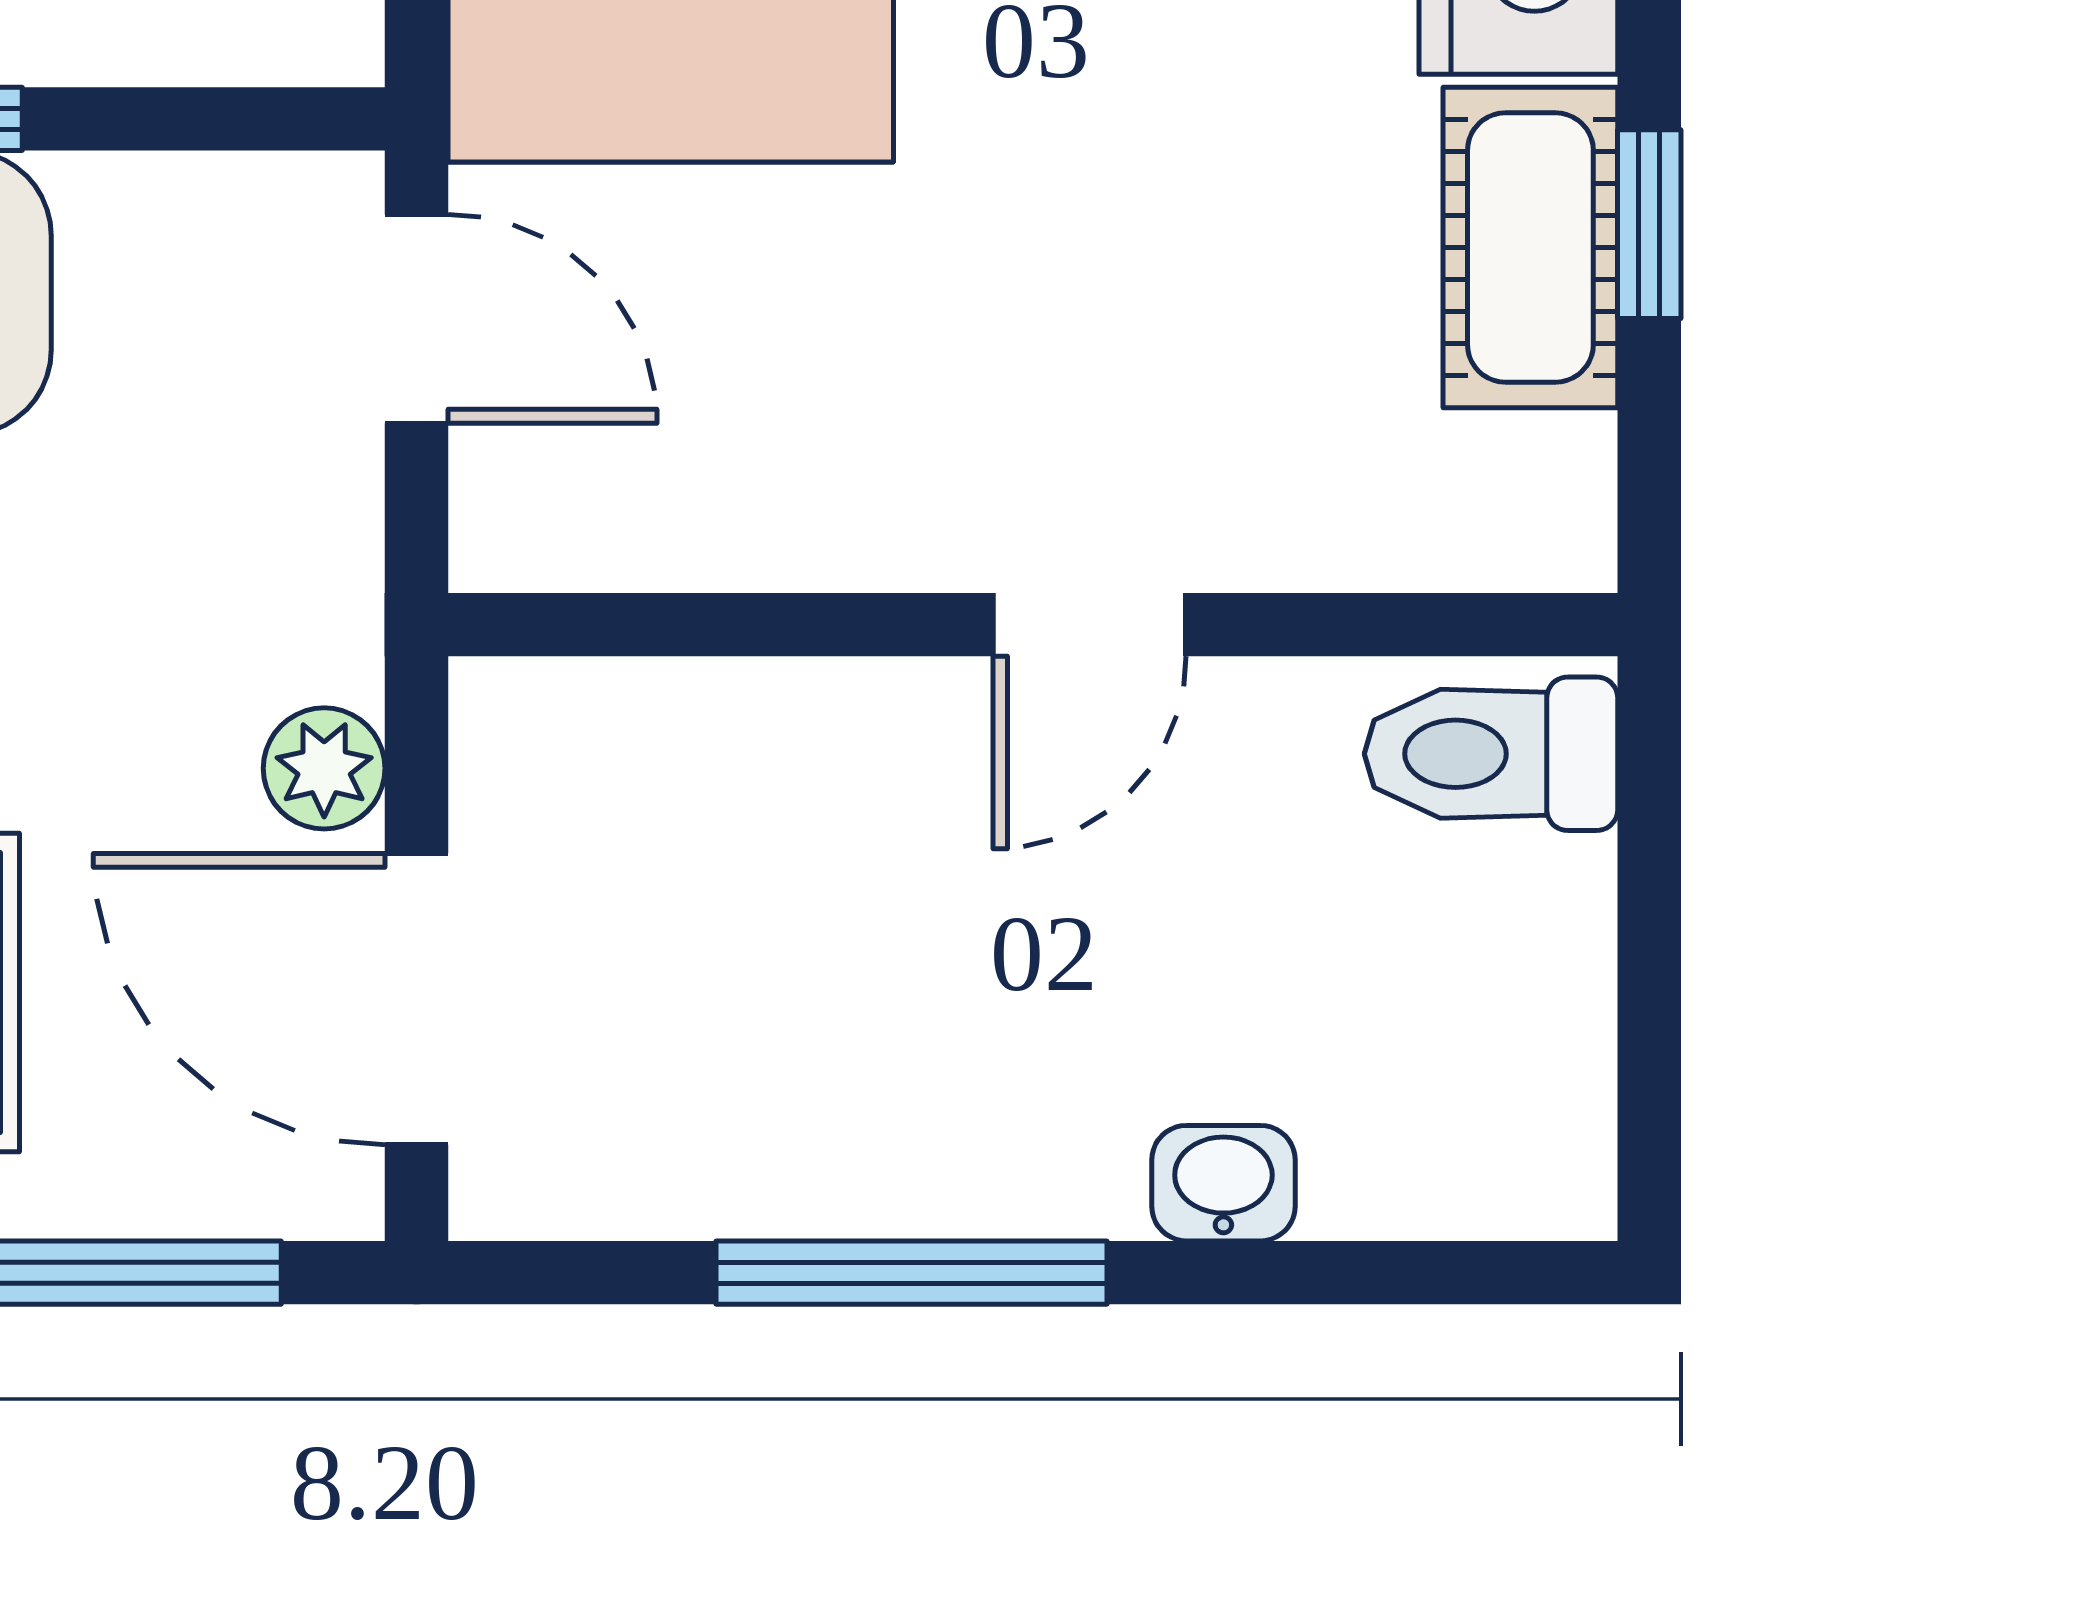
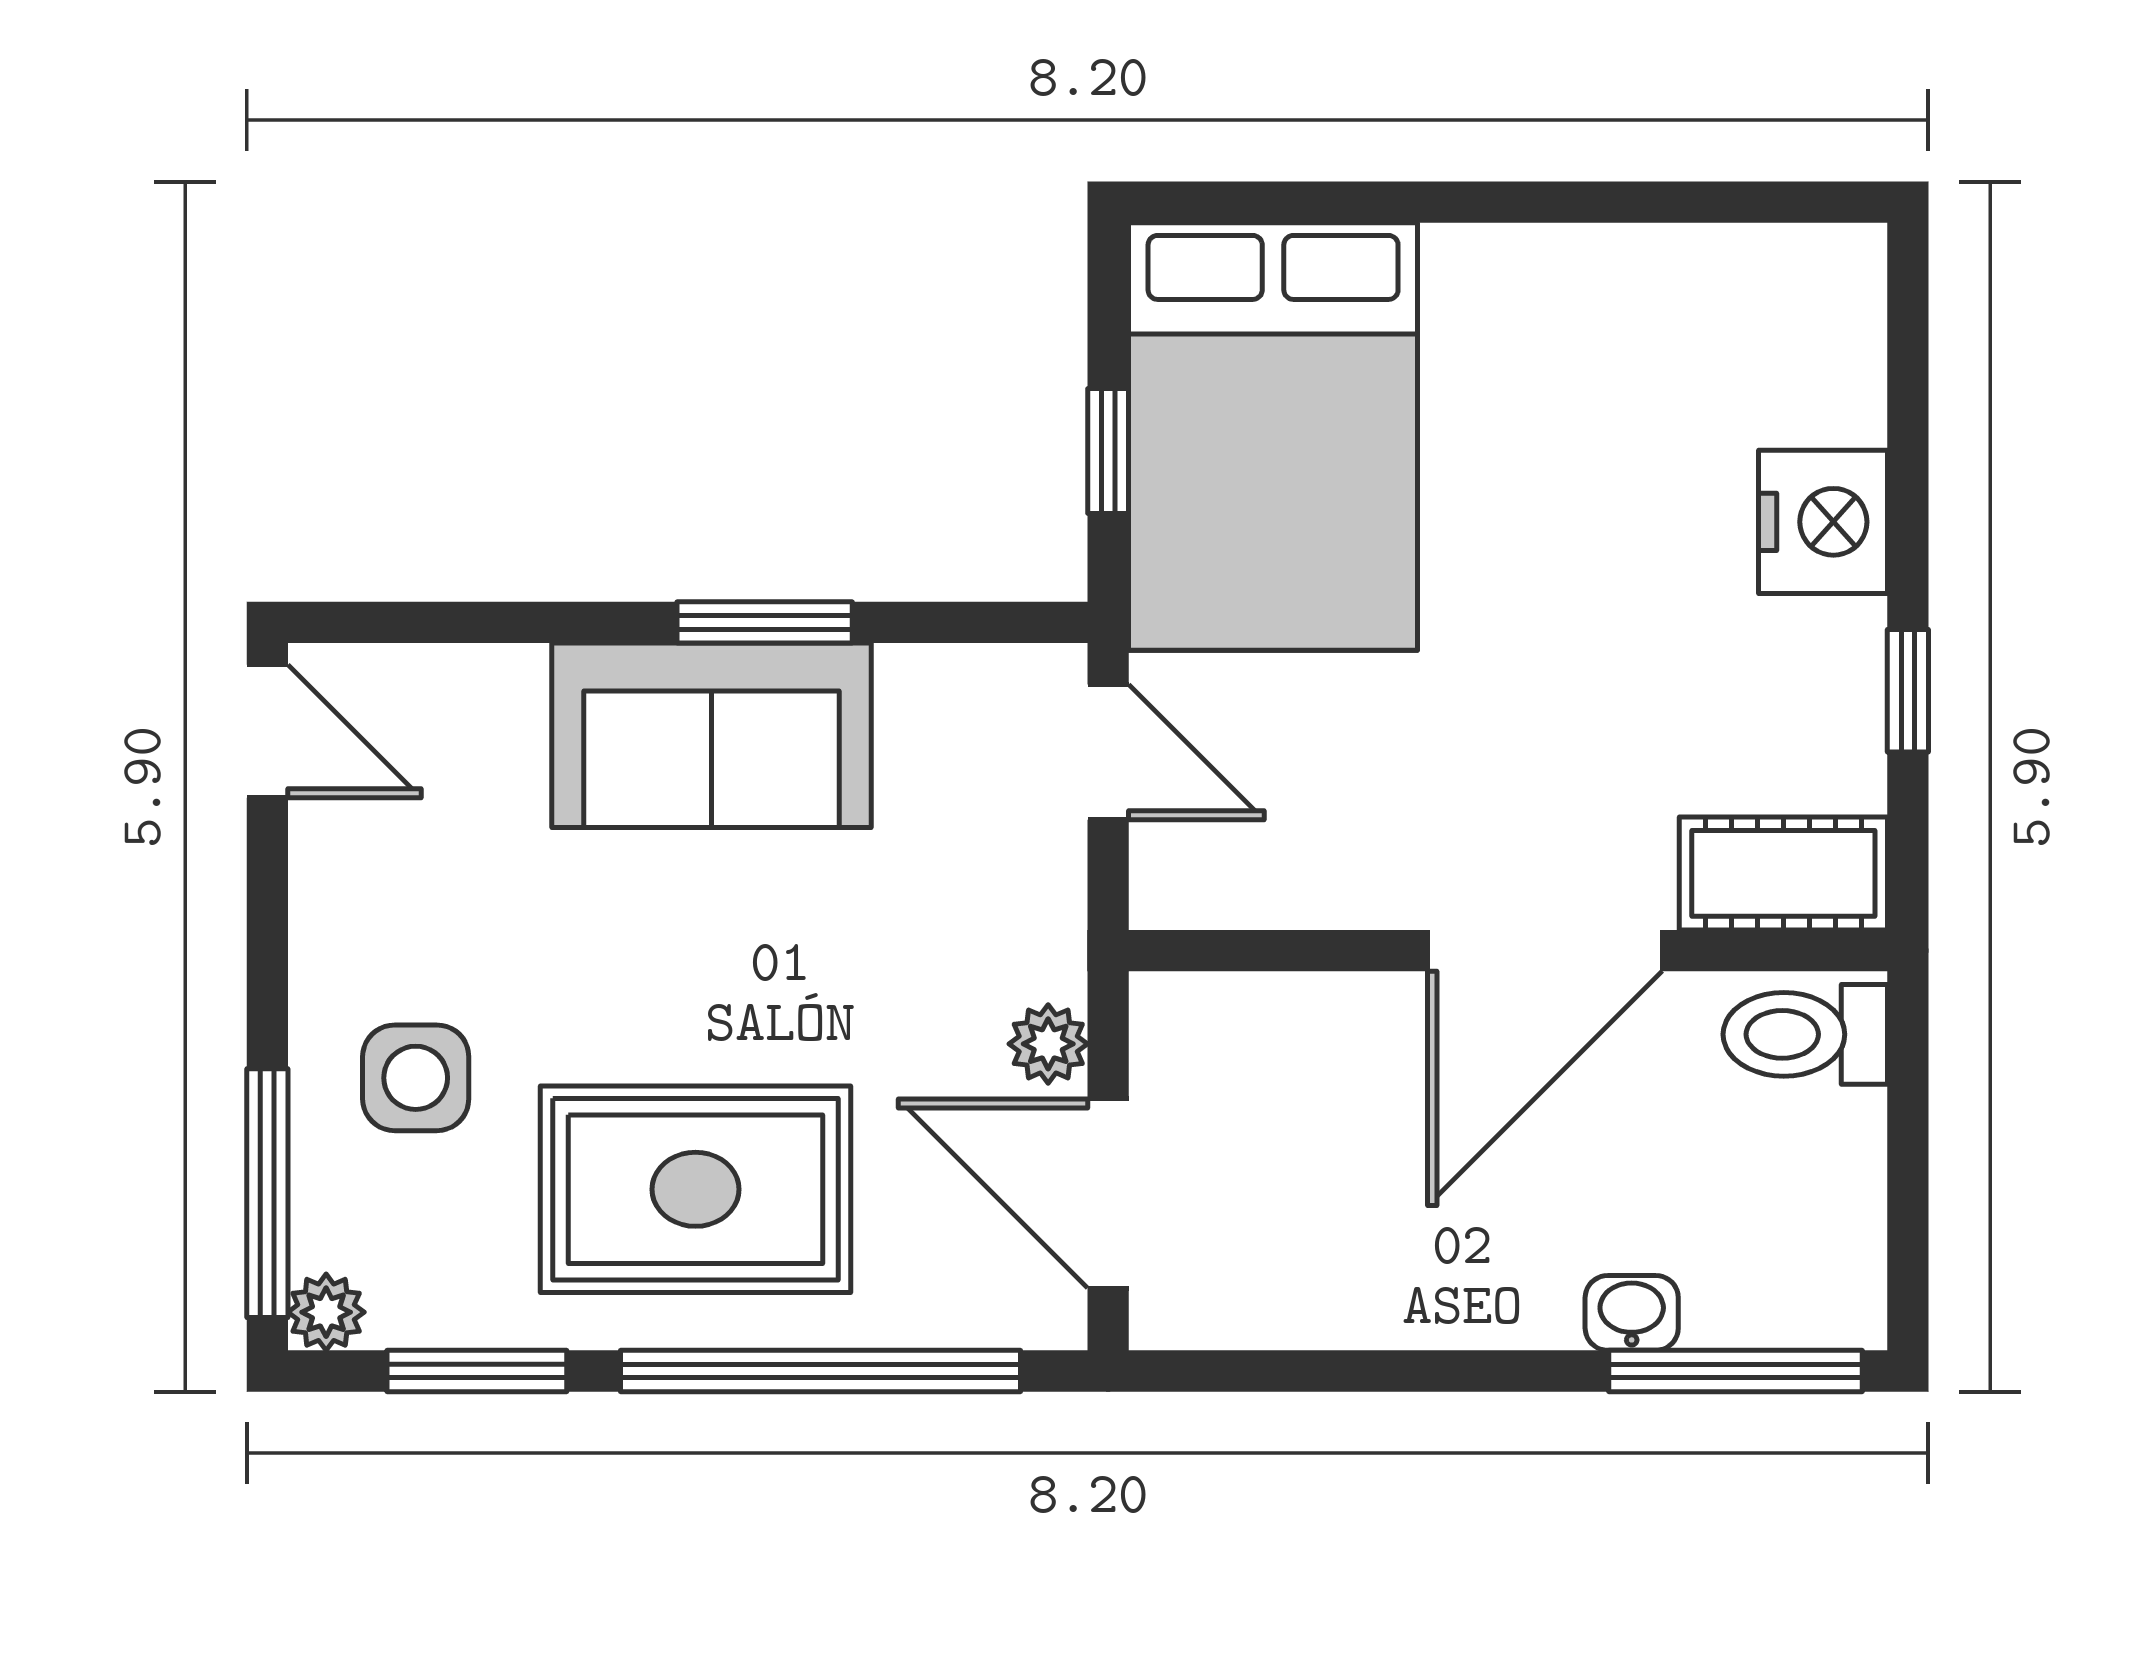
cot: (1530, 247) -> (1783, 873), moved, turned 90
door: (1090, 625) -> (1545, 951), width x1.88
window: (912, 1273) -> (1735, 1371), moved

